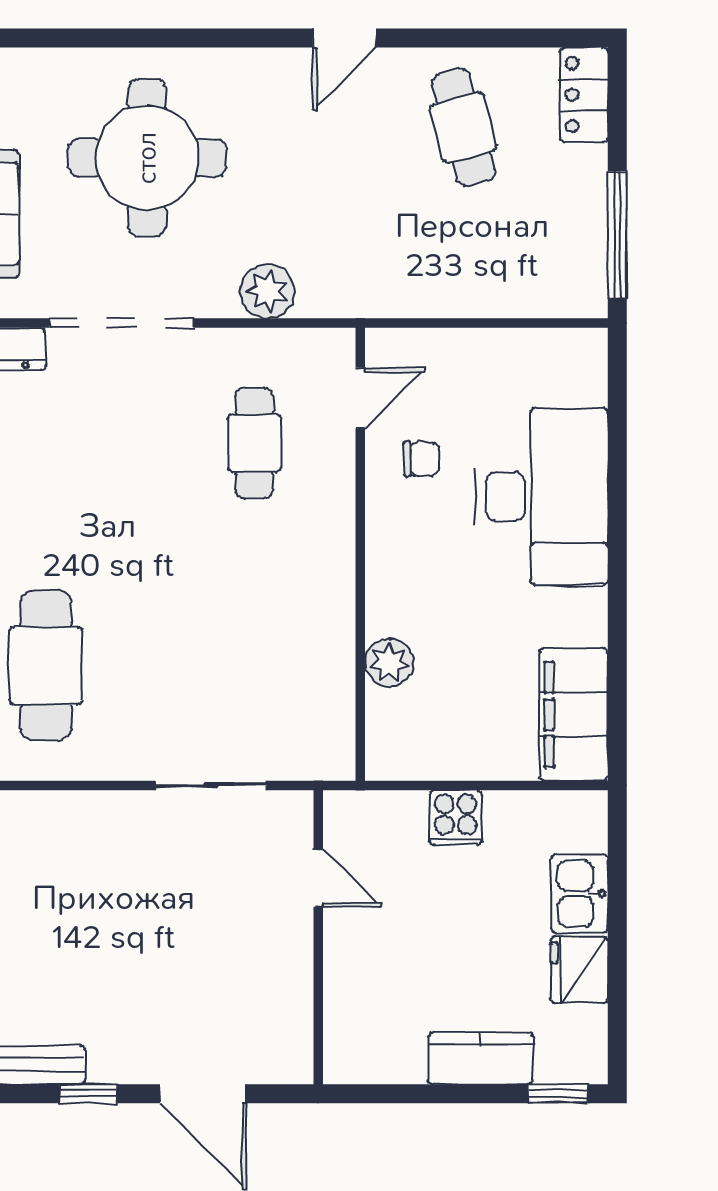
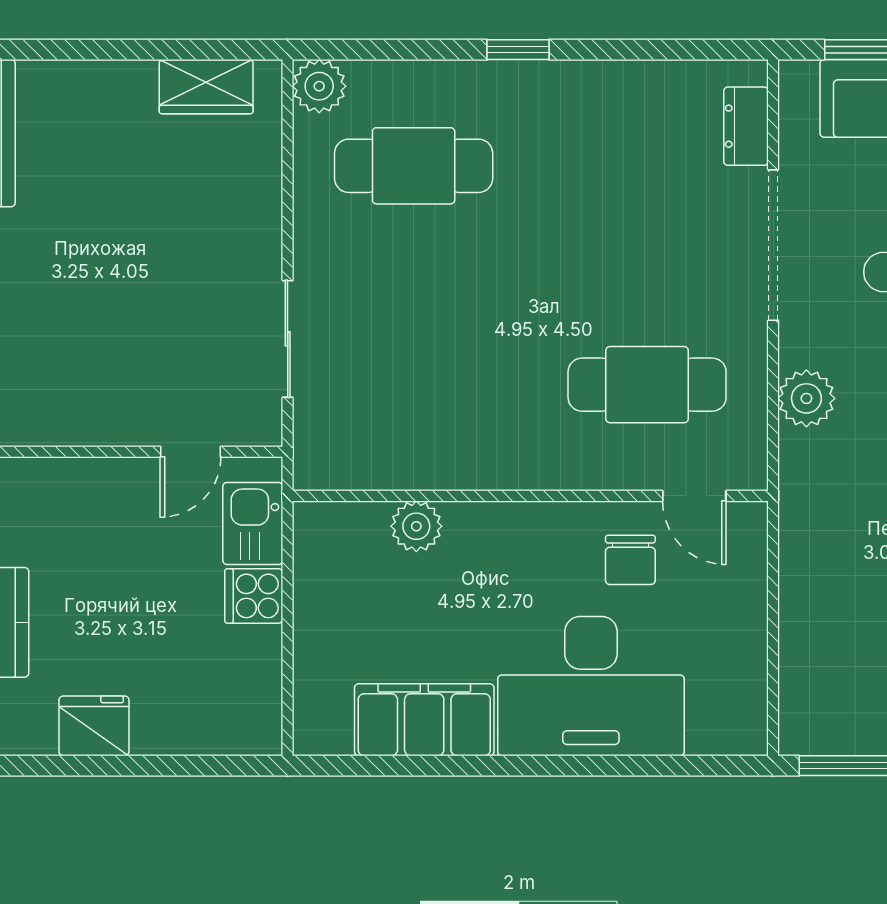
cafe table: (254, 443) -> (647, 385), width x1.37, depth x1.35
chair: (421, 459) -> (630, 560), width x1.37, depth x1.37
filing cabinet: (573, 714) -> (424, 720), moved
kitchen sink: (579, 894) -> (253, 524), moved, turned -90

